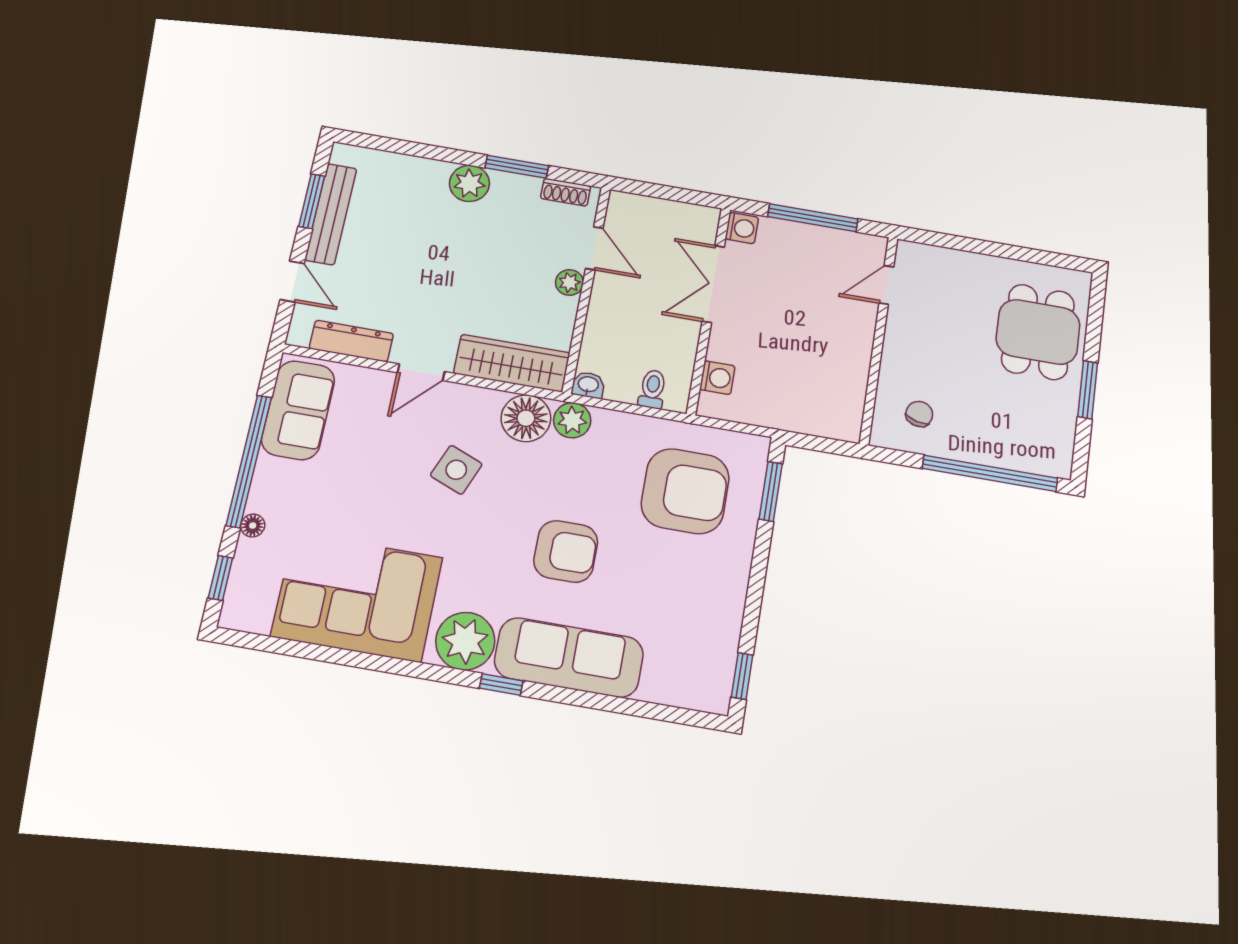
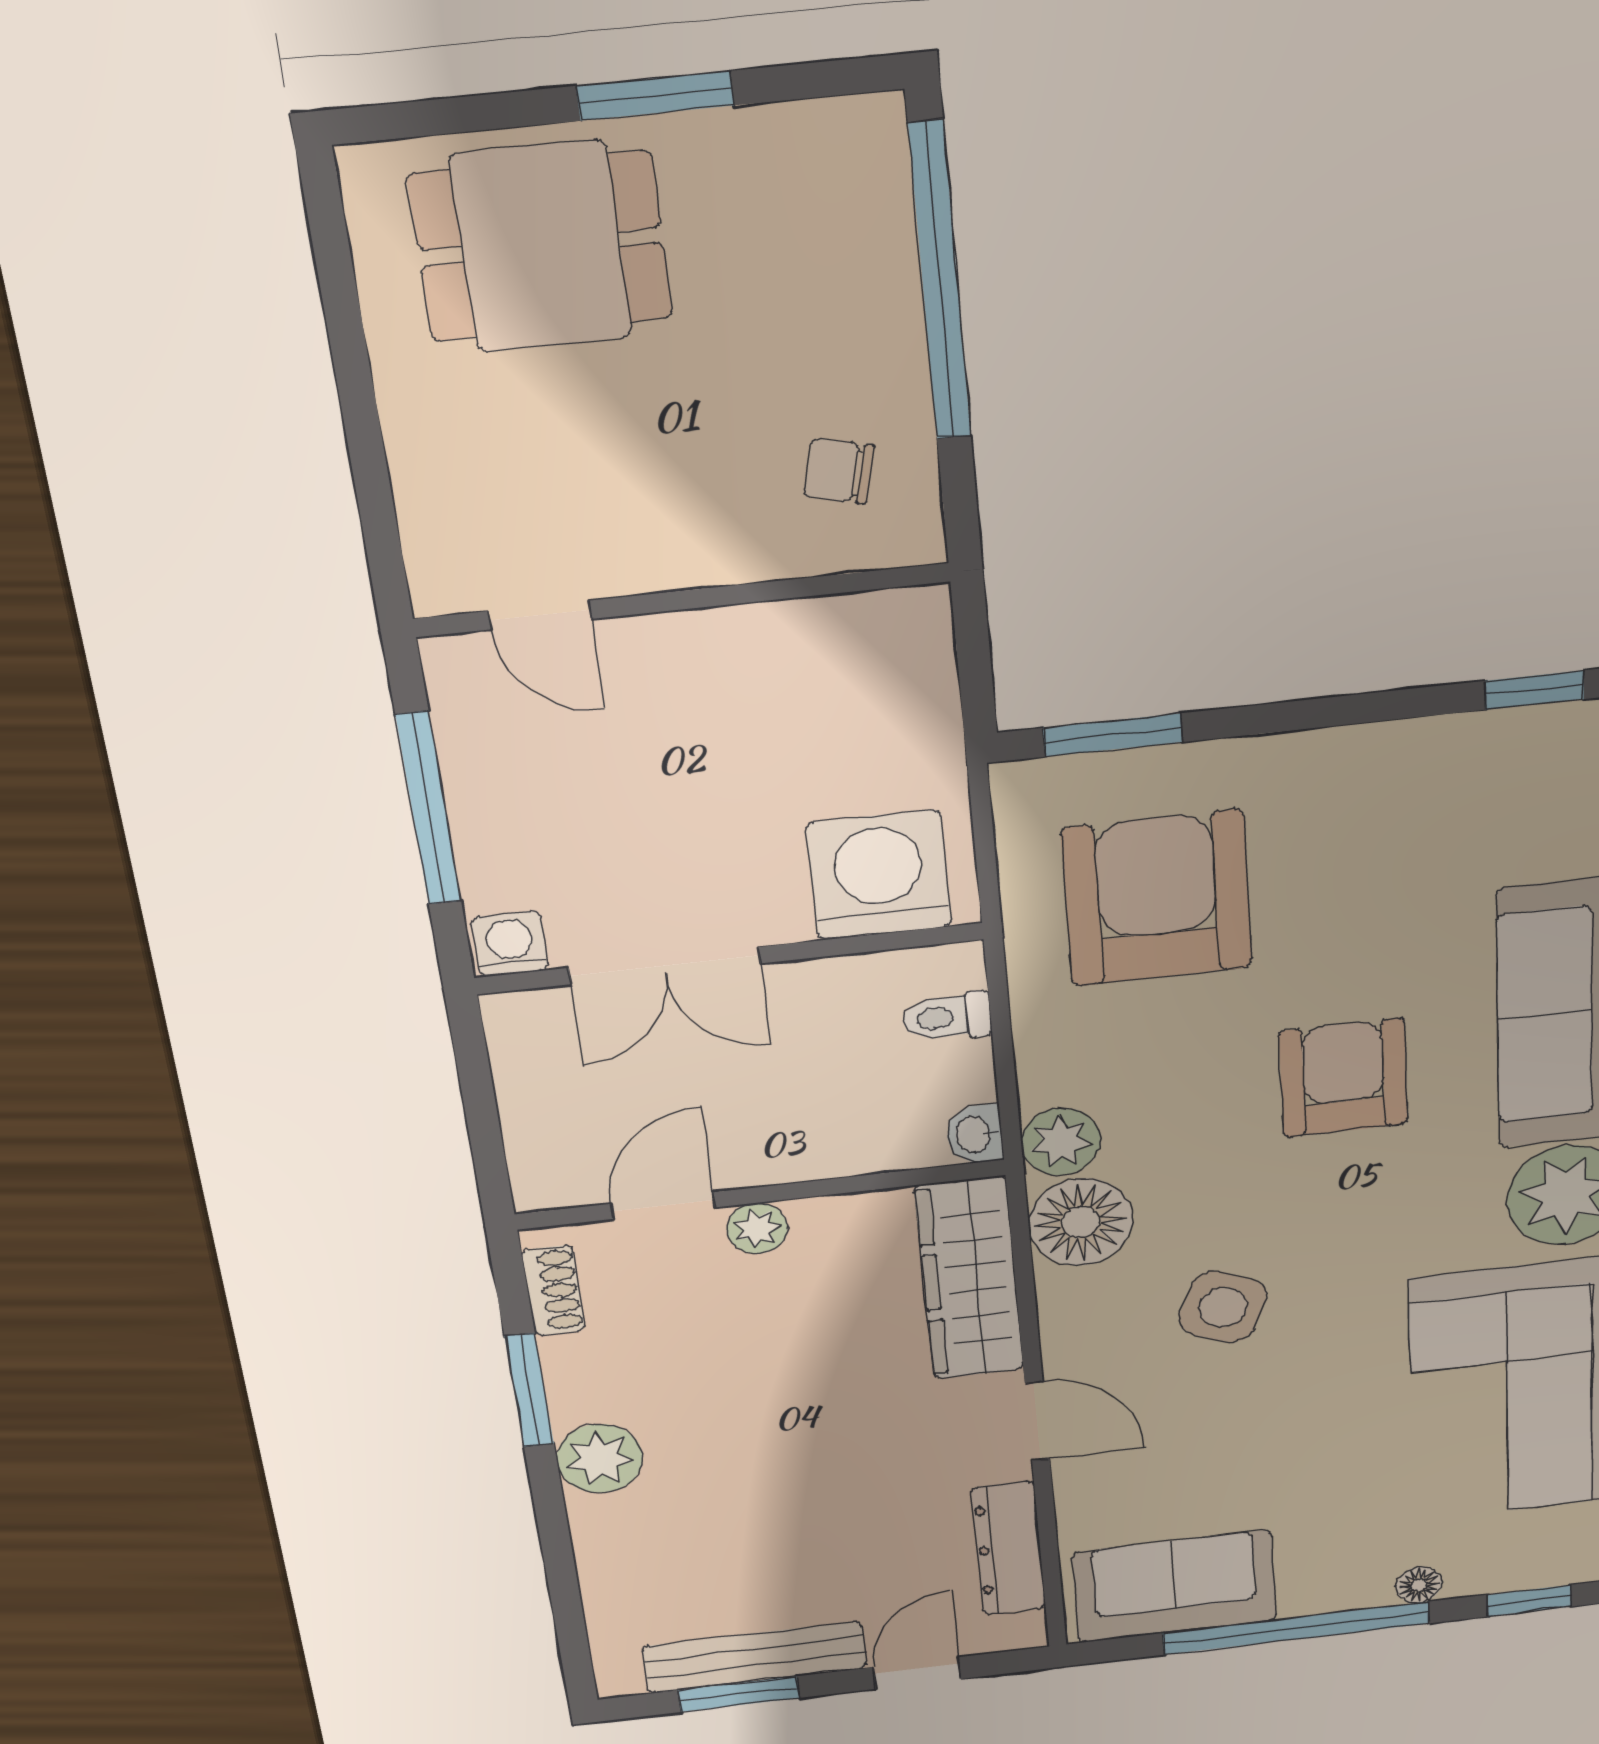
washing machine: (717, 378) -> (879, 875), width x1.89, depth x1.89

